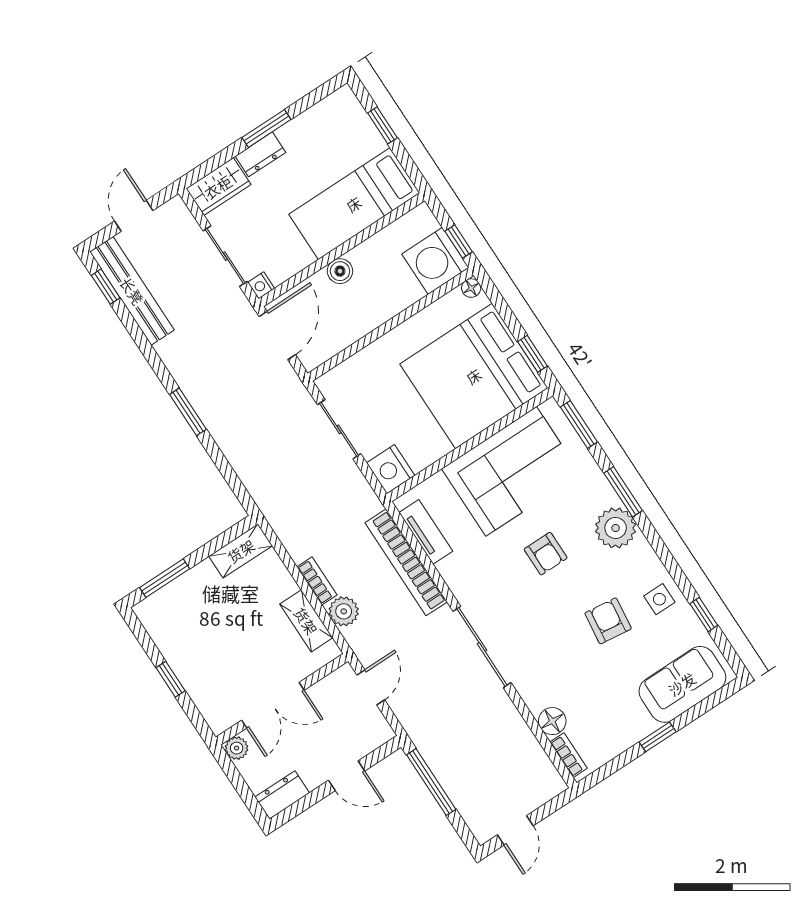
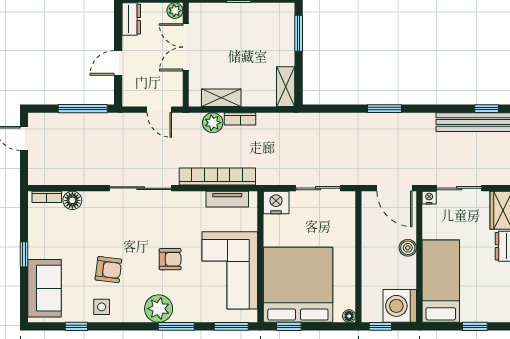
washing machine: (435, 261) -> (400, 306), moved, turned -90
armchair: (546, 554) -> (170, 259), turned 180

